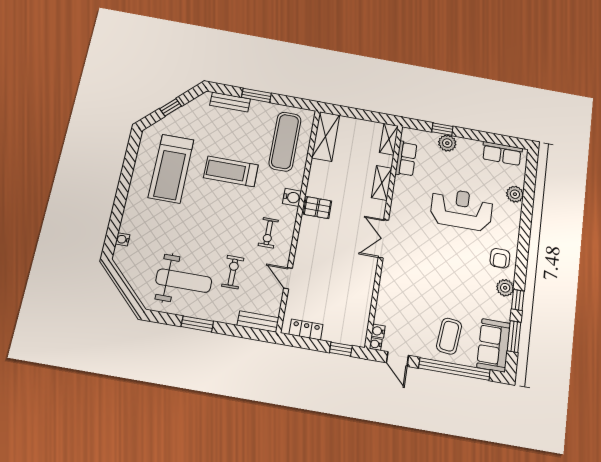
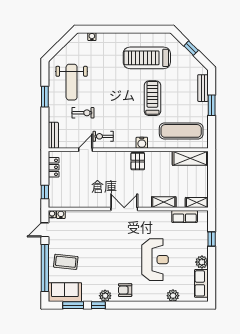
plant: (447, 143) -> (202, 262), moved
exercise bike: (268, 233) -> (103, 136), moved

